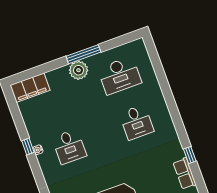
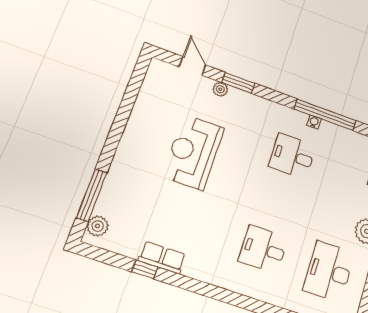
window: (28, 146) -> (325, 115), width x3.17
window: (190, 155) -> (145, 269), moved

